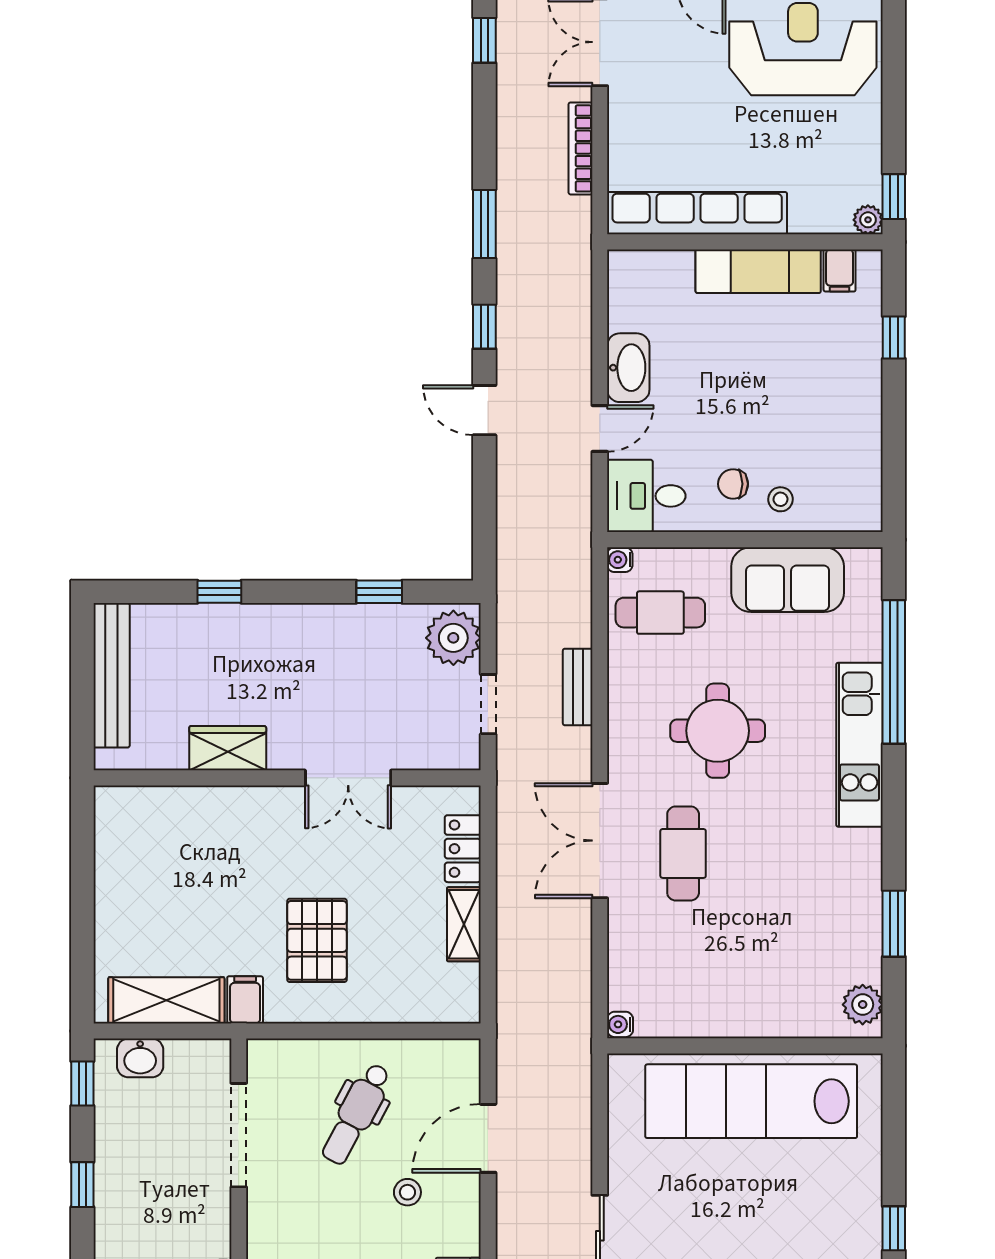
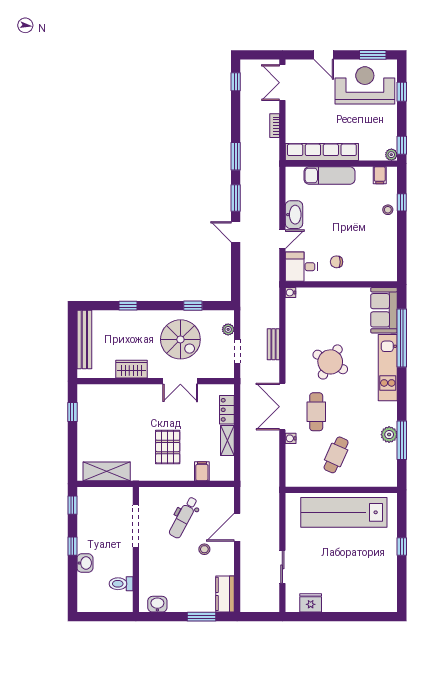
window: (894, 65) -> (402, 92), added
bookcase: (581, 148) -> (275, 126), width x0.64
exam couch: (758, 271) -> (330, 176), moved
window: (484, 327) -> (236, 198), width x1.50
stool: (781, 499) -> (388, 210), moved
sofa: (788, 580) -> (384, 310), moved, turned 90
cafe table: (660, 613) -> (336, 455), moved, turned -66
plant: (453, 638) -> (228, 329), width x0.53, depth x0.53
spiral stairs: (349, 675) -> (180, 339), added
round table: (718, 731) -> (330, 362), turned 30
window: (82, 854) -> (72, 412), added
window: (894, 924) -> (402, 440), width x1.44
filing cabinet: (245, 1000) -> (202, 471), moved
plant: (863, 1005) -> (389, 435), moved
water cooler: (620, 1024) -> (291, 438), moved
washbasin: (140, 1058) -> (85, 563), moved, turned -90
window: (894, 1228) -> (402, 547), moved

